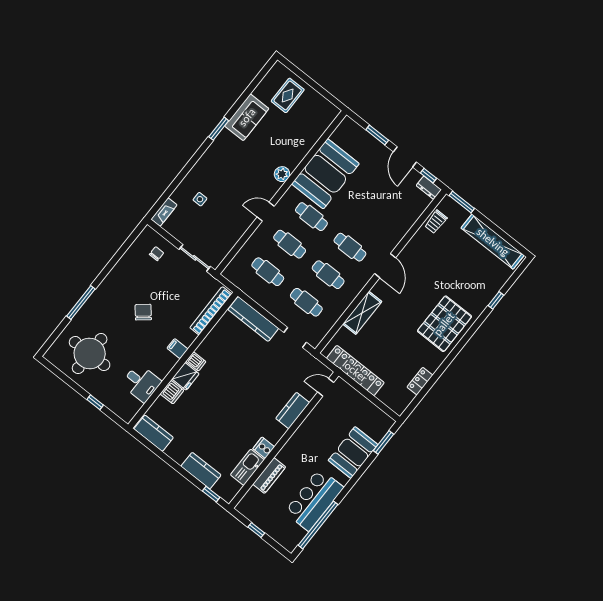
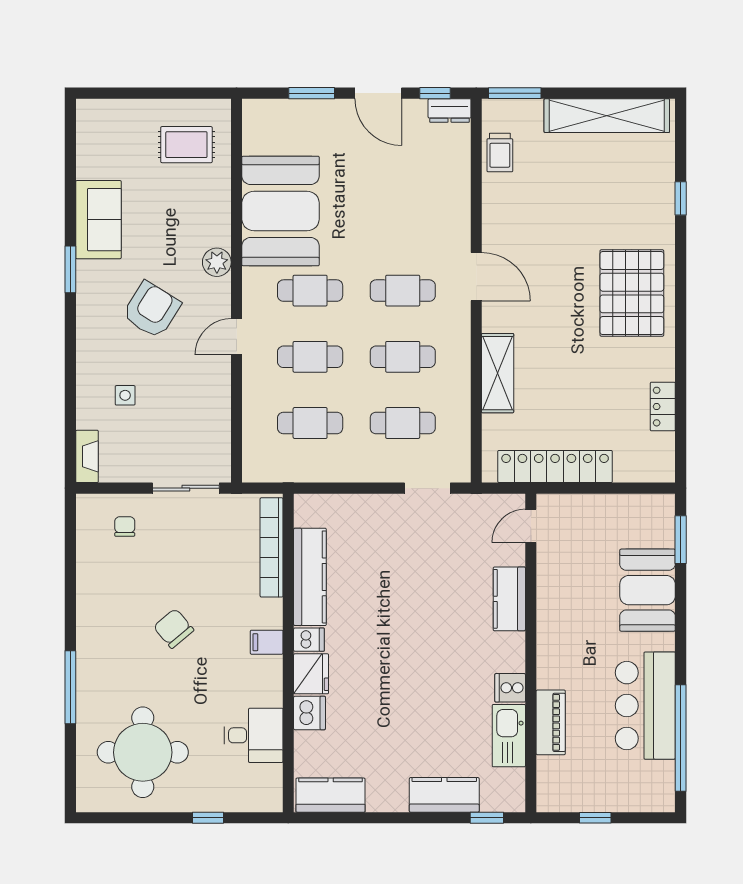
rug: (288, 95) -> (186, 145), moved, turned 90
armchair: (239, 172) -> (152, 310), added
kitchen counter: (253, 319) -> (310, 577), moved, turned -90

